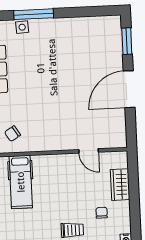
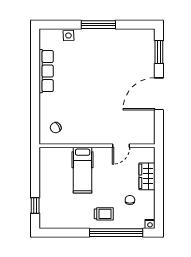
window: (34, 14) -> (98, 25), moved
door: (89, 151) -> (121, 146), hinge flipped
hospital bed: (21, 182) -> (83, 170), moved

